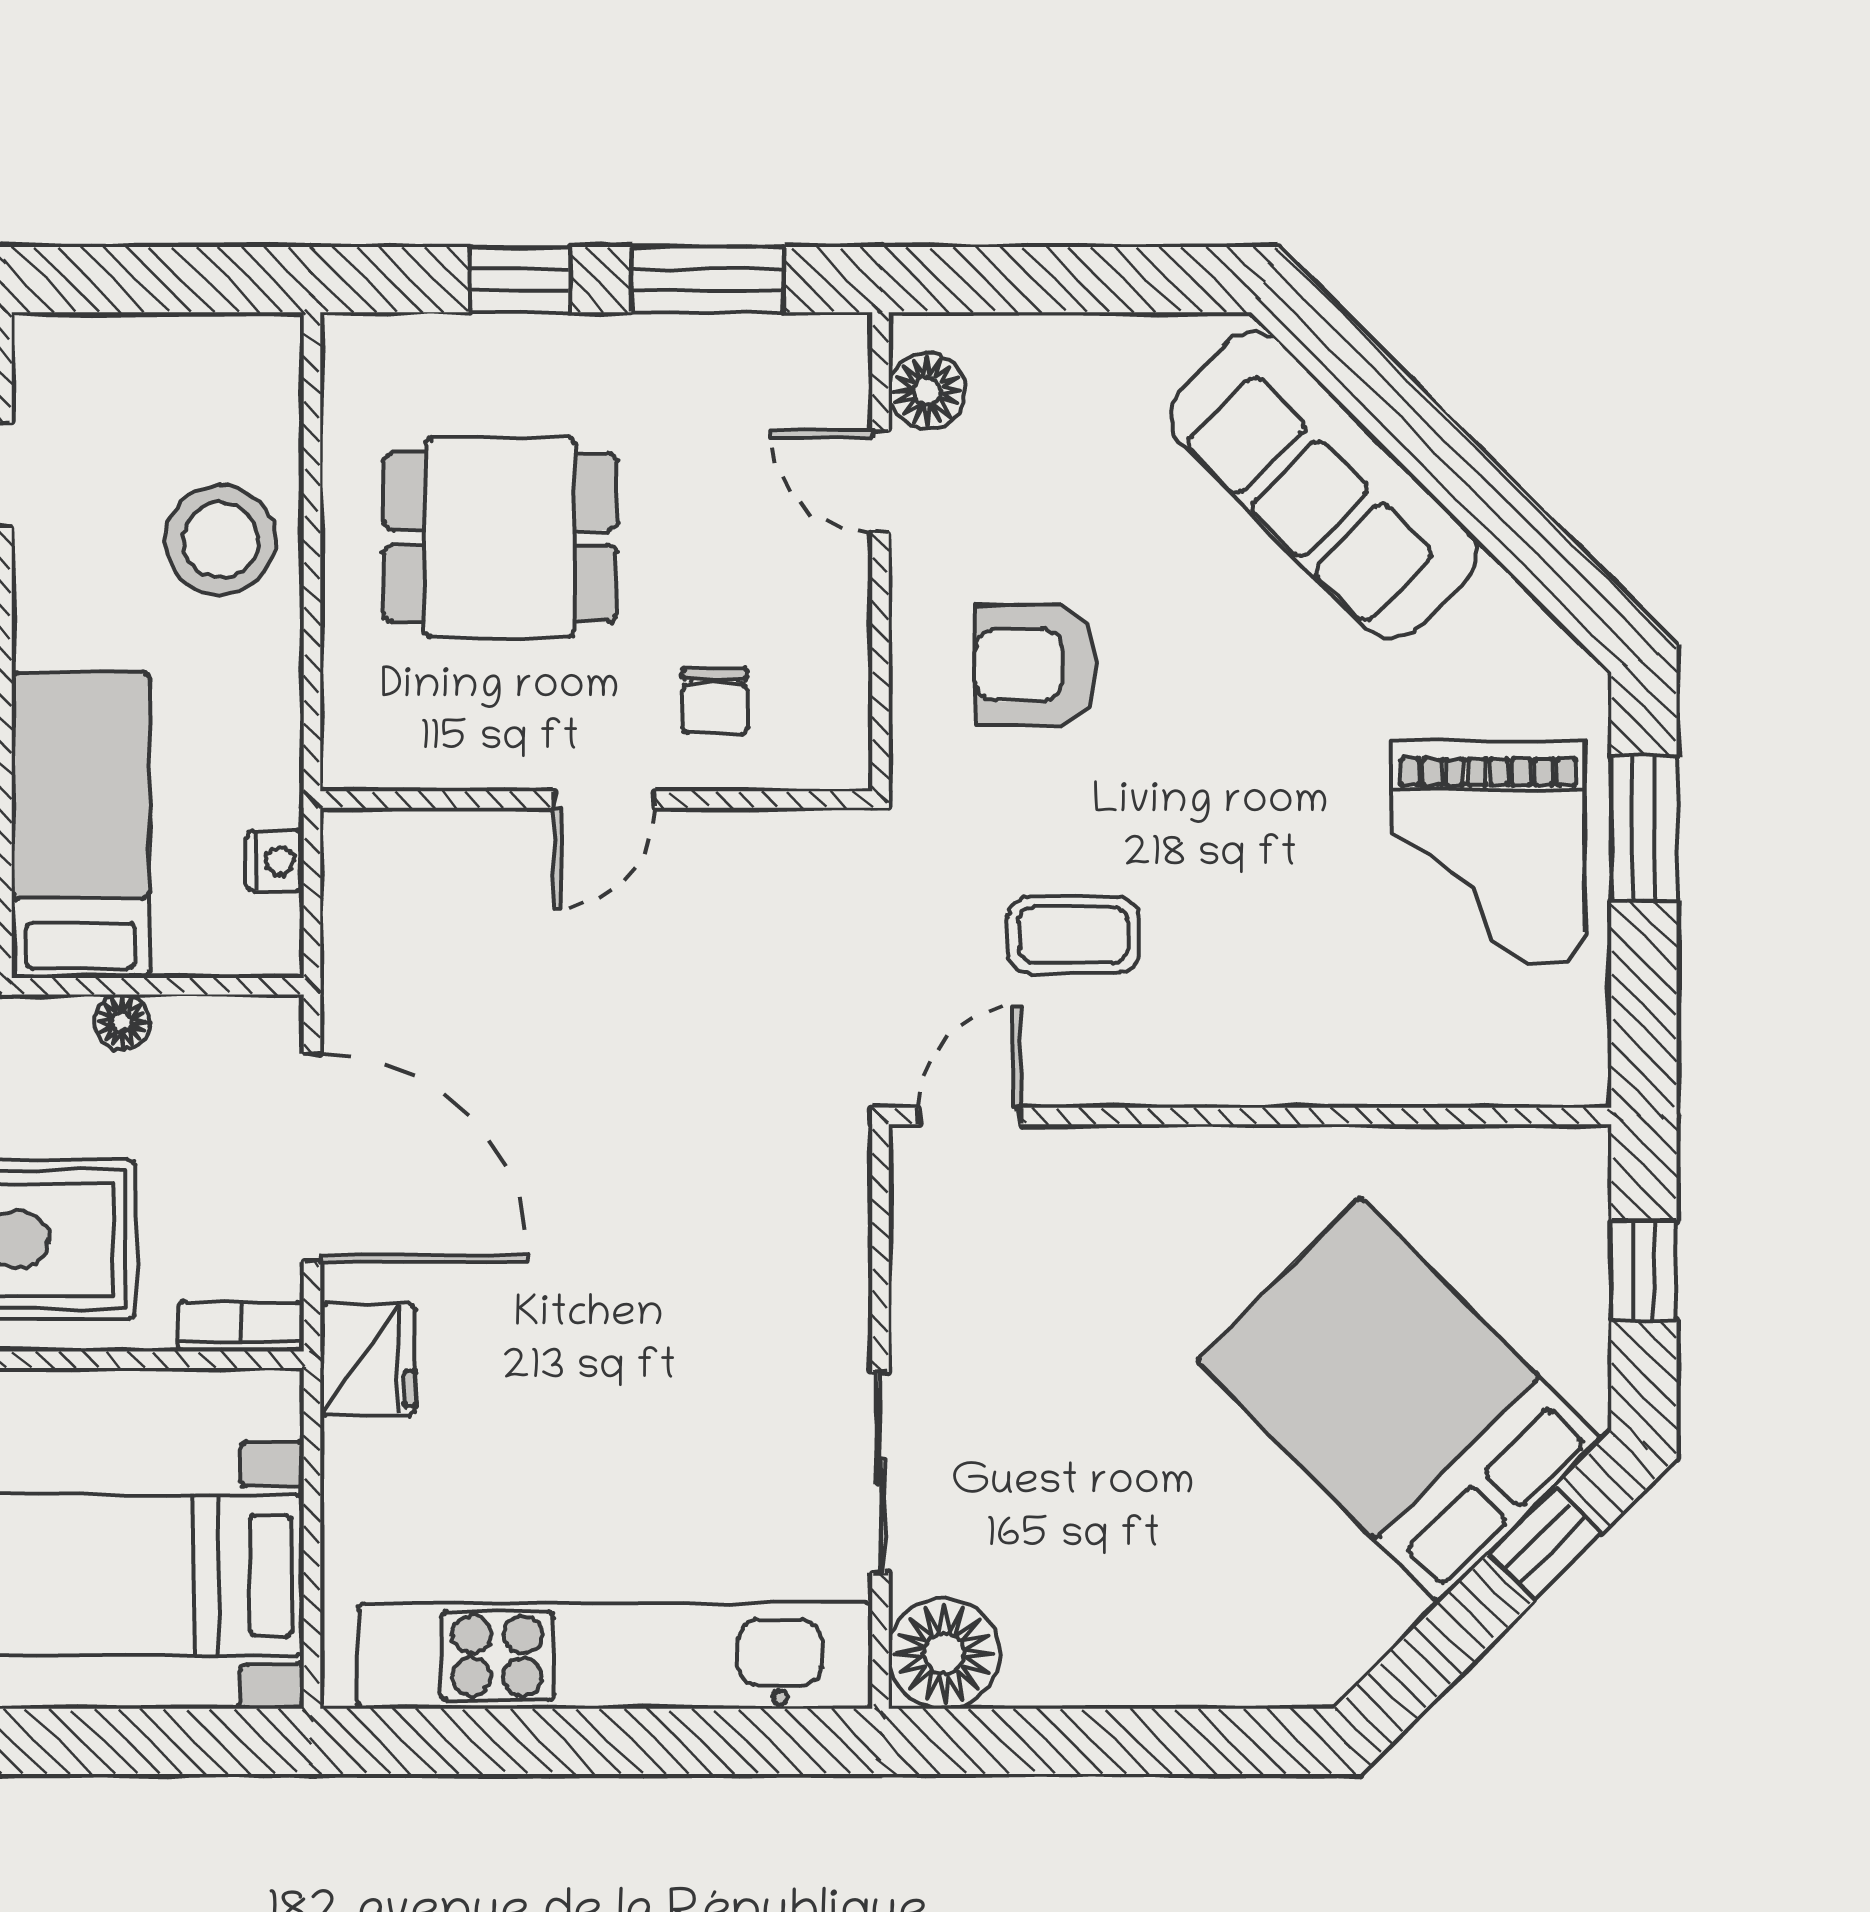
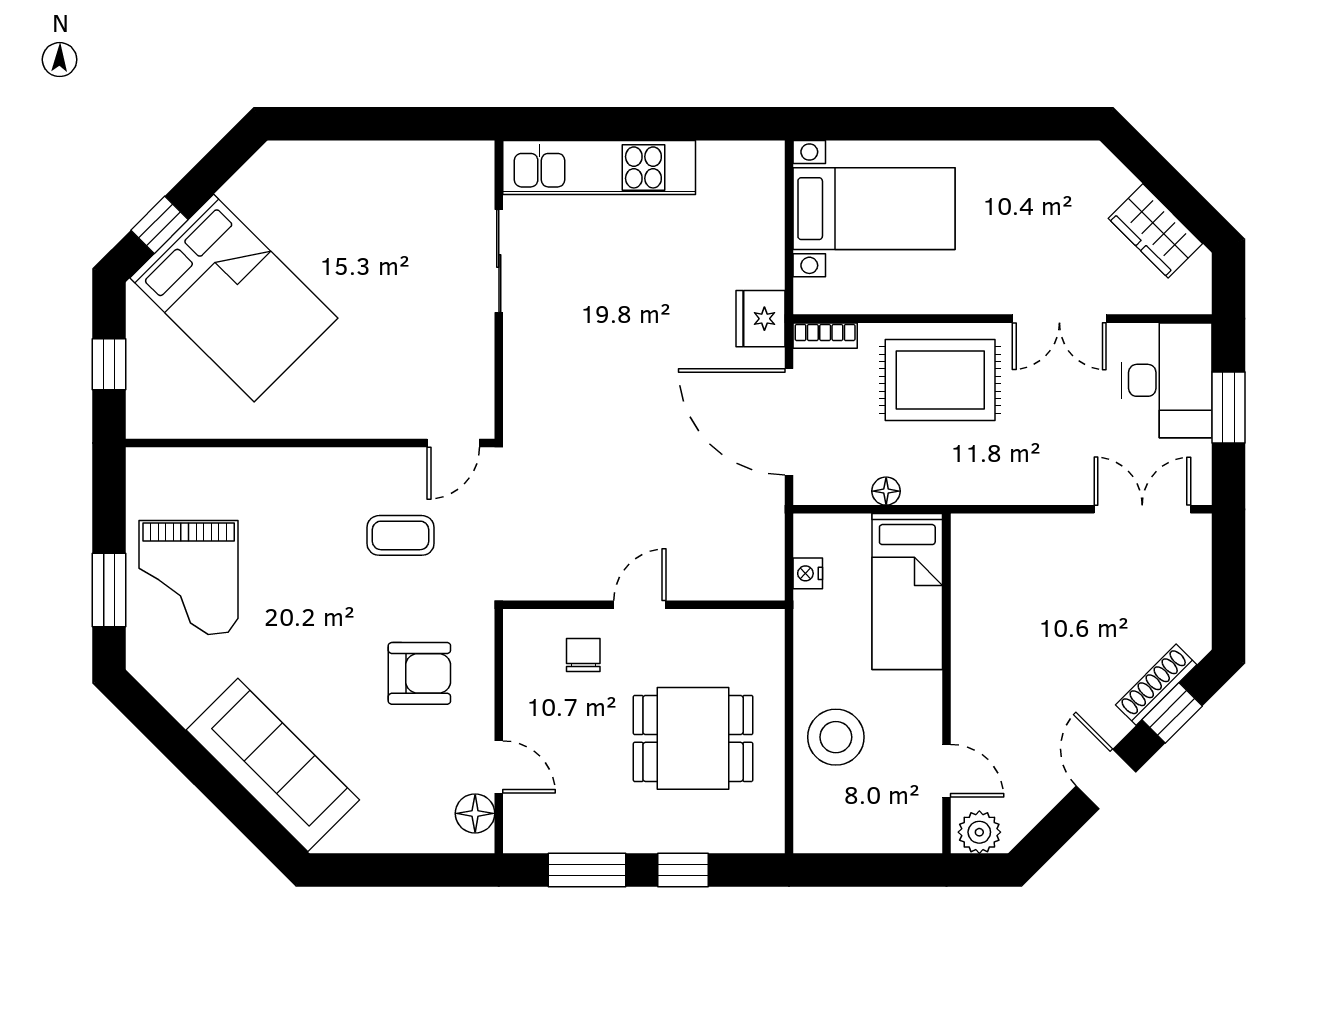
grand piano: (1488, 853) -> (189, 578), turned 180
floor lamp: (944, 1653) -> (466, 169), removed
kitchen unit: (615, 1656) -> (599, 167), width x0.73

